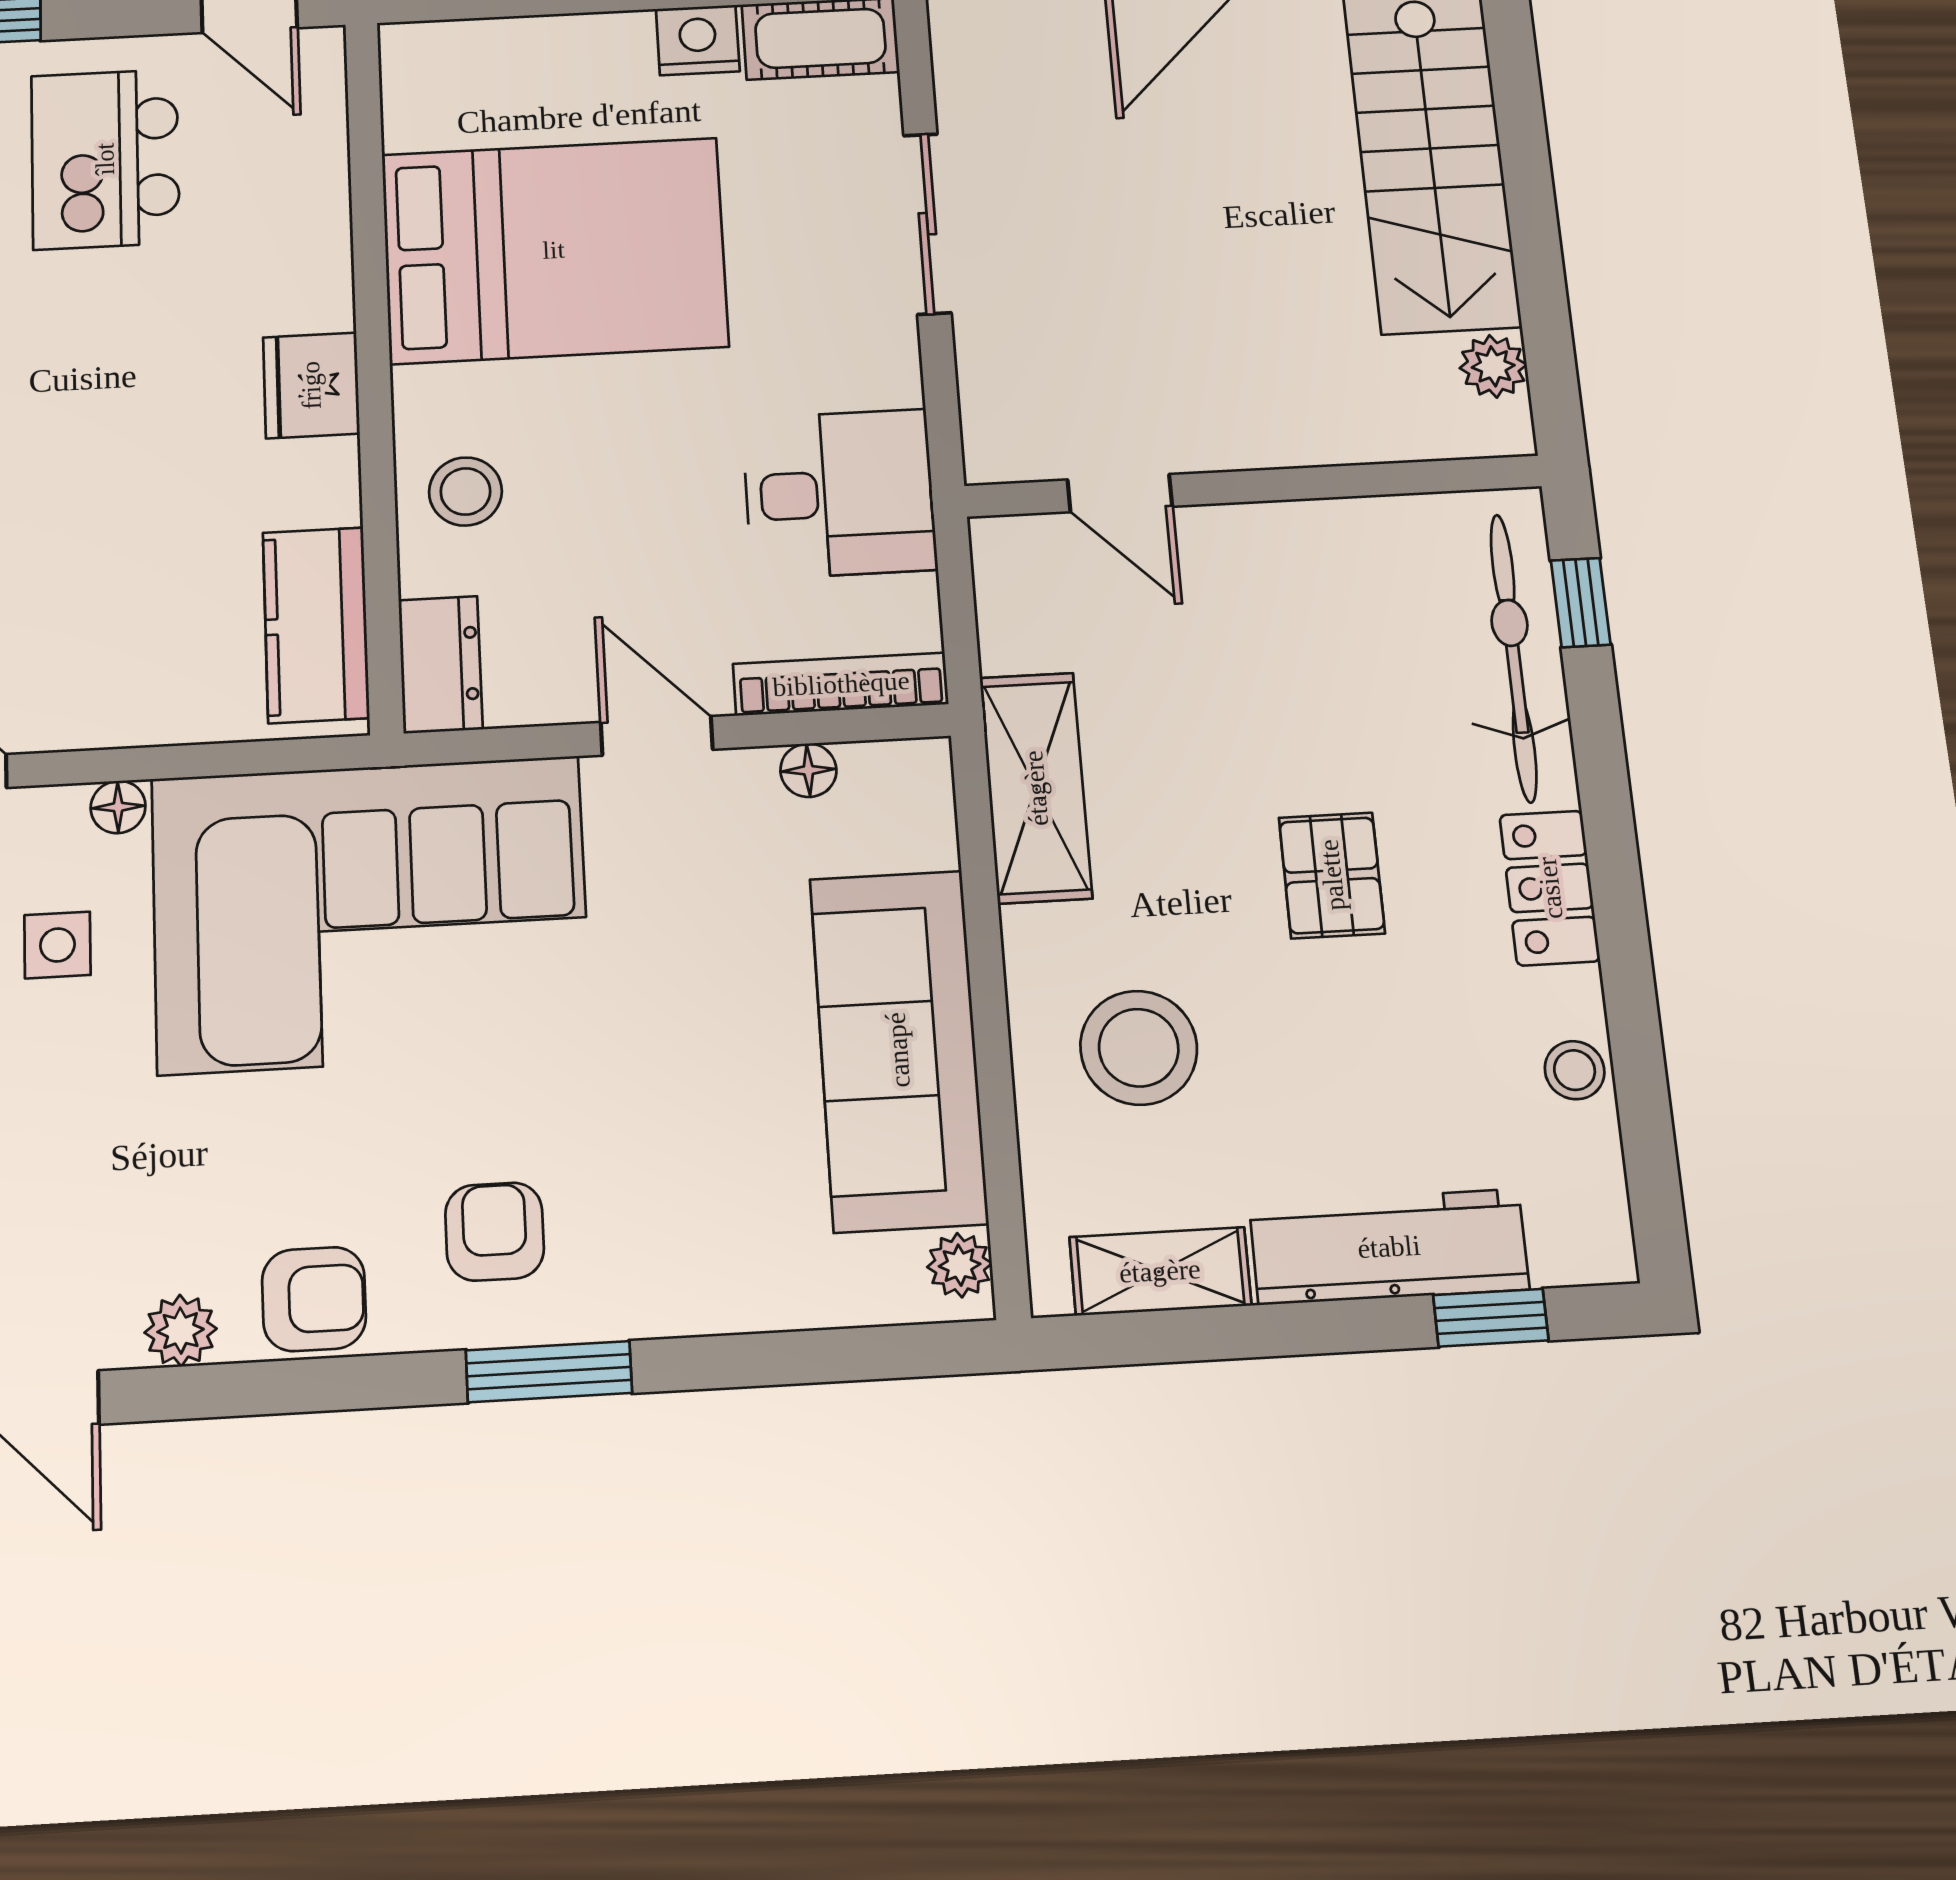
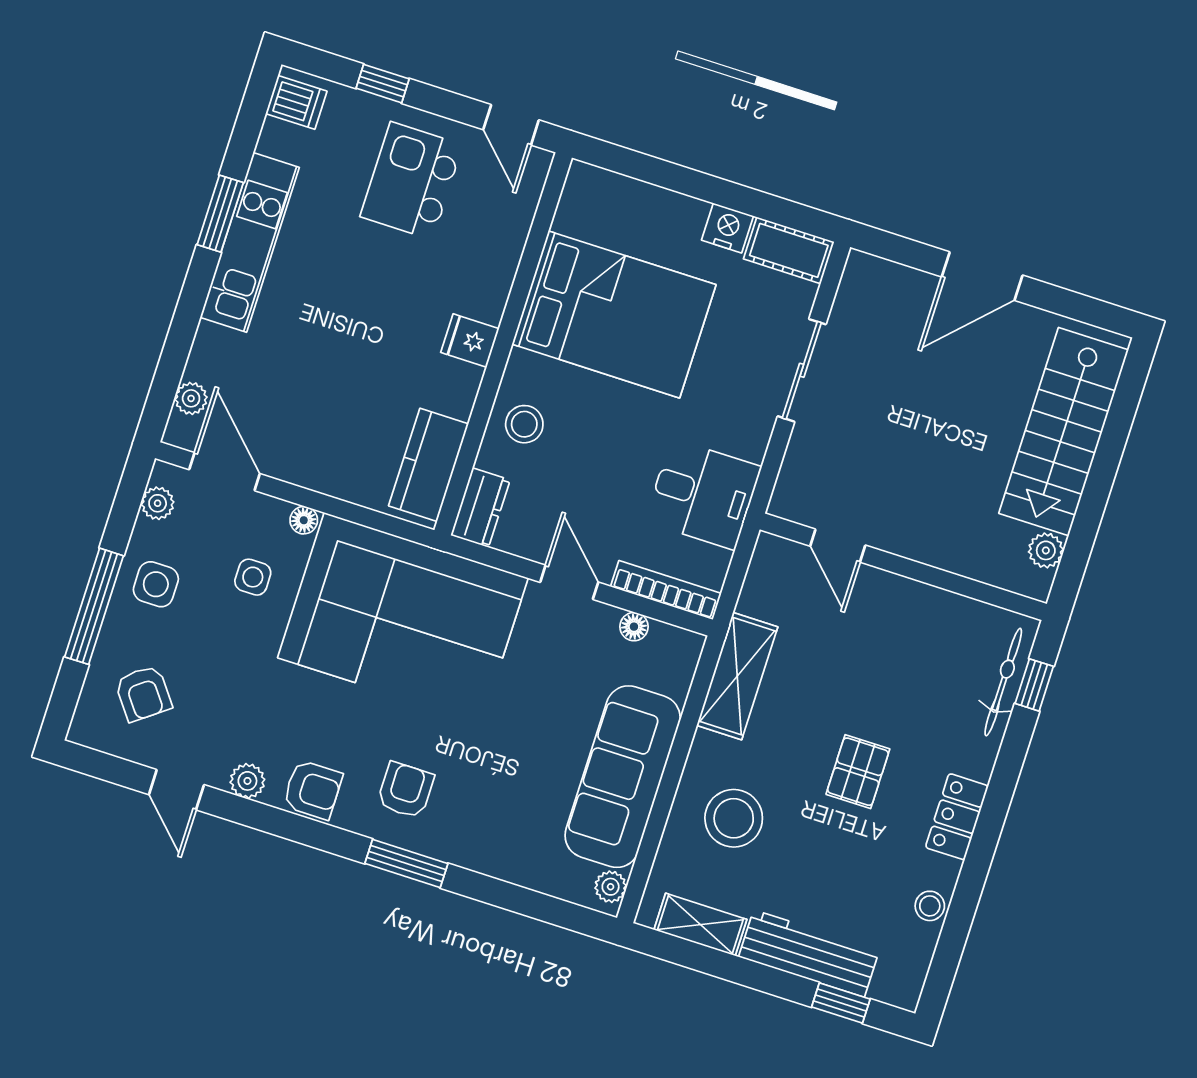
fridge: (311, 385) -> (470, 340), width x0.72
bicycle: (1514, 657) -> (1003, 682), width x0.73, depth x0.71

